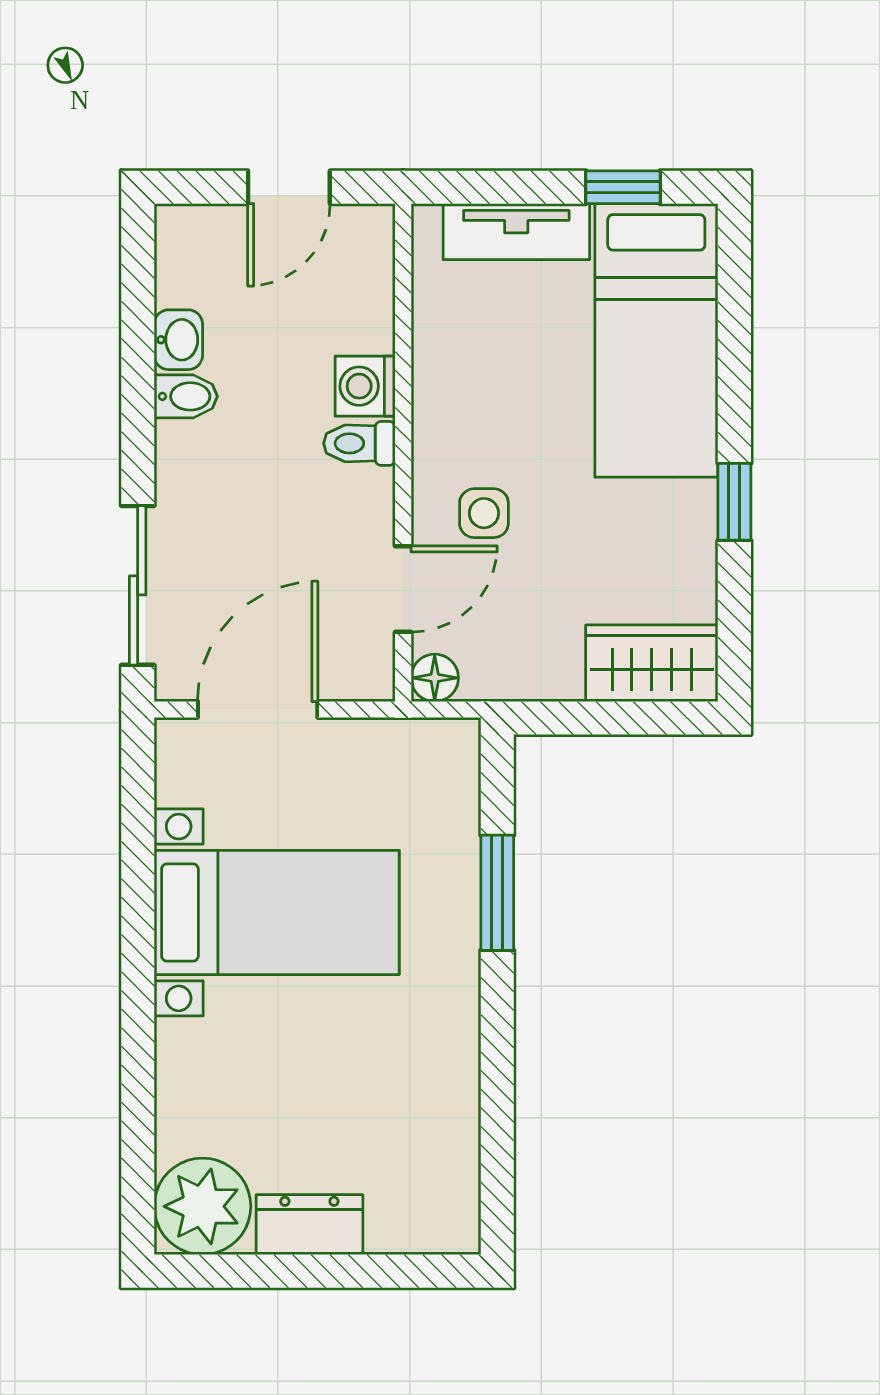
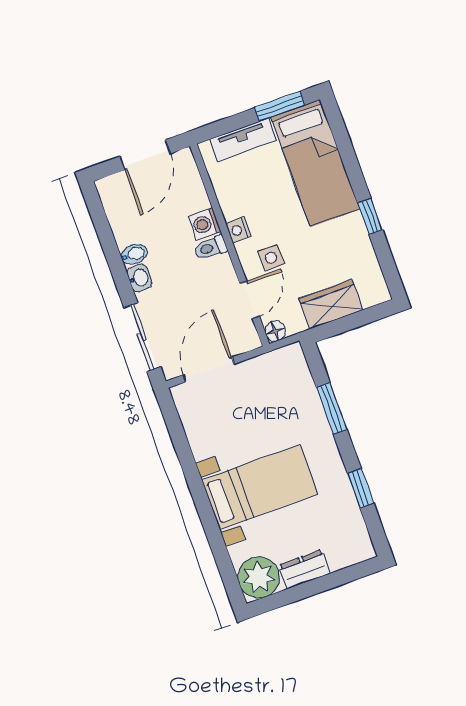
door: (289, 187) -> (145, 155), width x1.38
window: (623, 187) -> (279, 106), width x1.50
washbasin: (178, 340) -> (139, 278), moved
nightstand: (434, 426) -> (238, 230), added
wardrobe: (652, 663) -> (331, 304), moved
bed with nightstands: (277, 912) -> (260, 487), moved
window: (497, 1091) -> (361, 488), added

